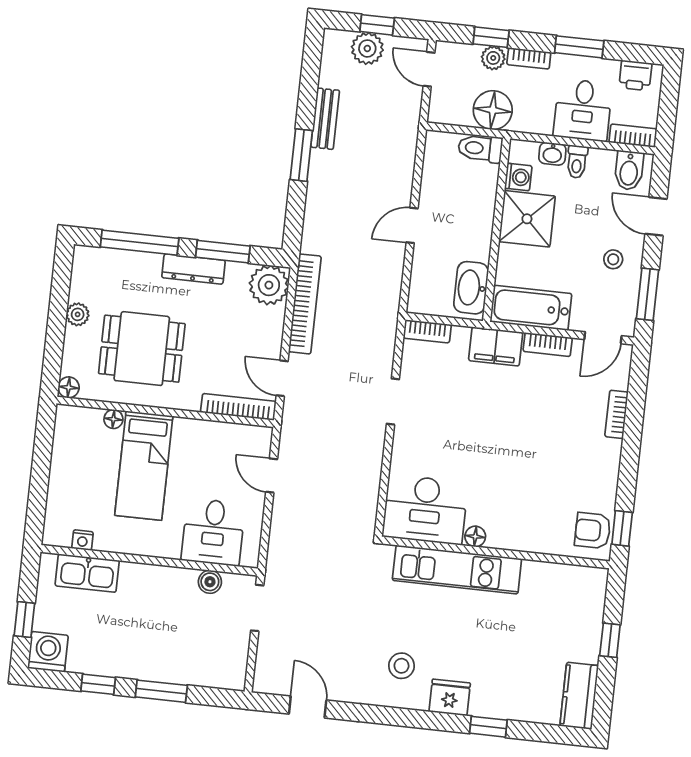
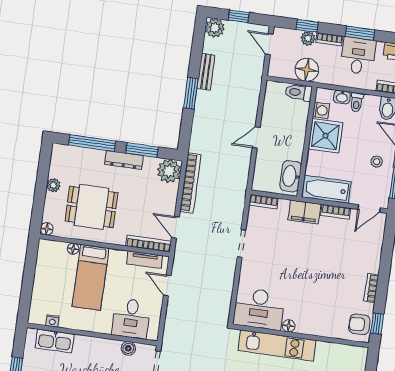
plant: (367, 48) -> (215, 28), moved
desk: (583, 110) -> (358, 56), moved, turned 180
bookcase: (617, 414) -> (371, 288), moved
tv unit: (233, 434) -> (145, 260), added

